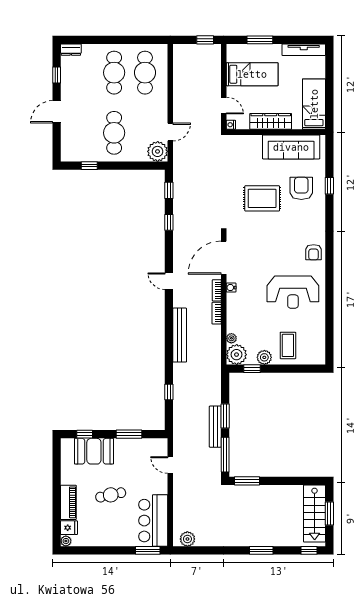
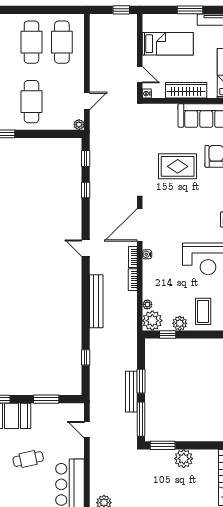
window: (260, 40) -> (190, 10), moved
plant: (158, 151) -> (79, 125), width x0.53, depth x0.53
plant: (268, 494) -> (184, 459), added

